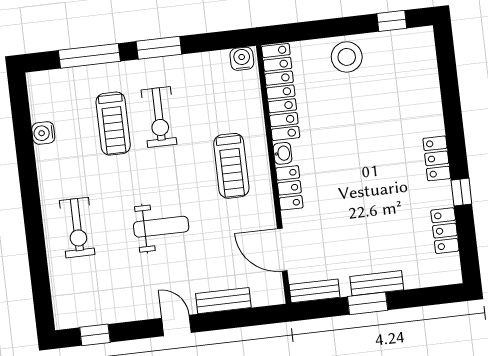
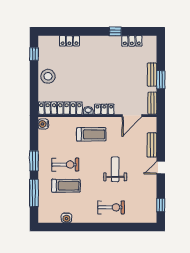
locker: (437, 158) -> (69, 41), moved

